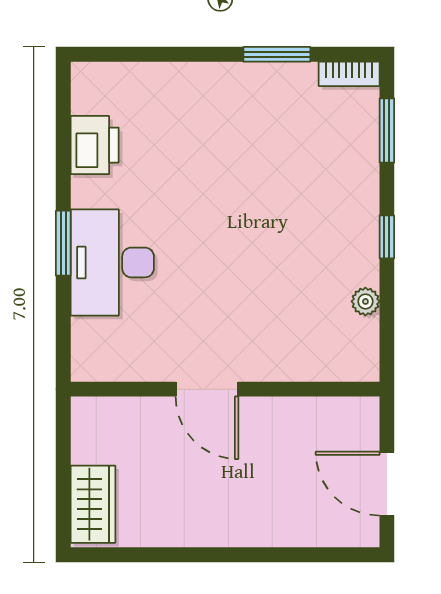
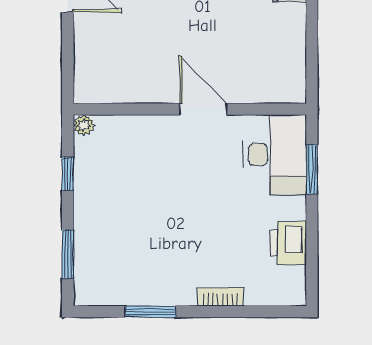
bookcase: (349, 74) -> (220, 297), moved
door: (207, 389) -> (203, 109), moved
wall: (225, 389) -> (190, 109), moved

